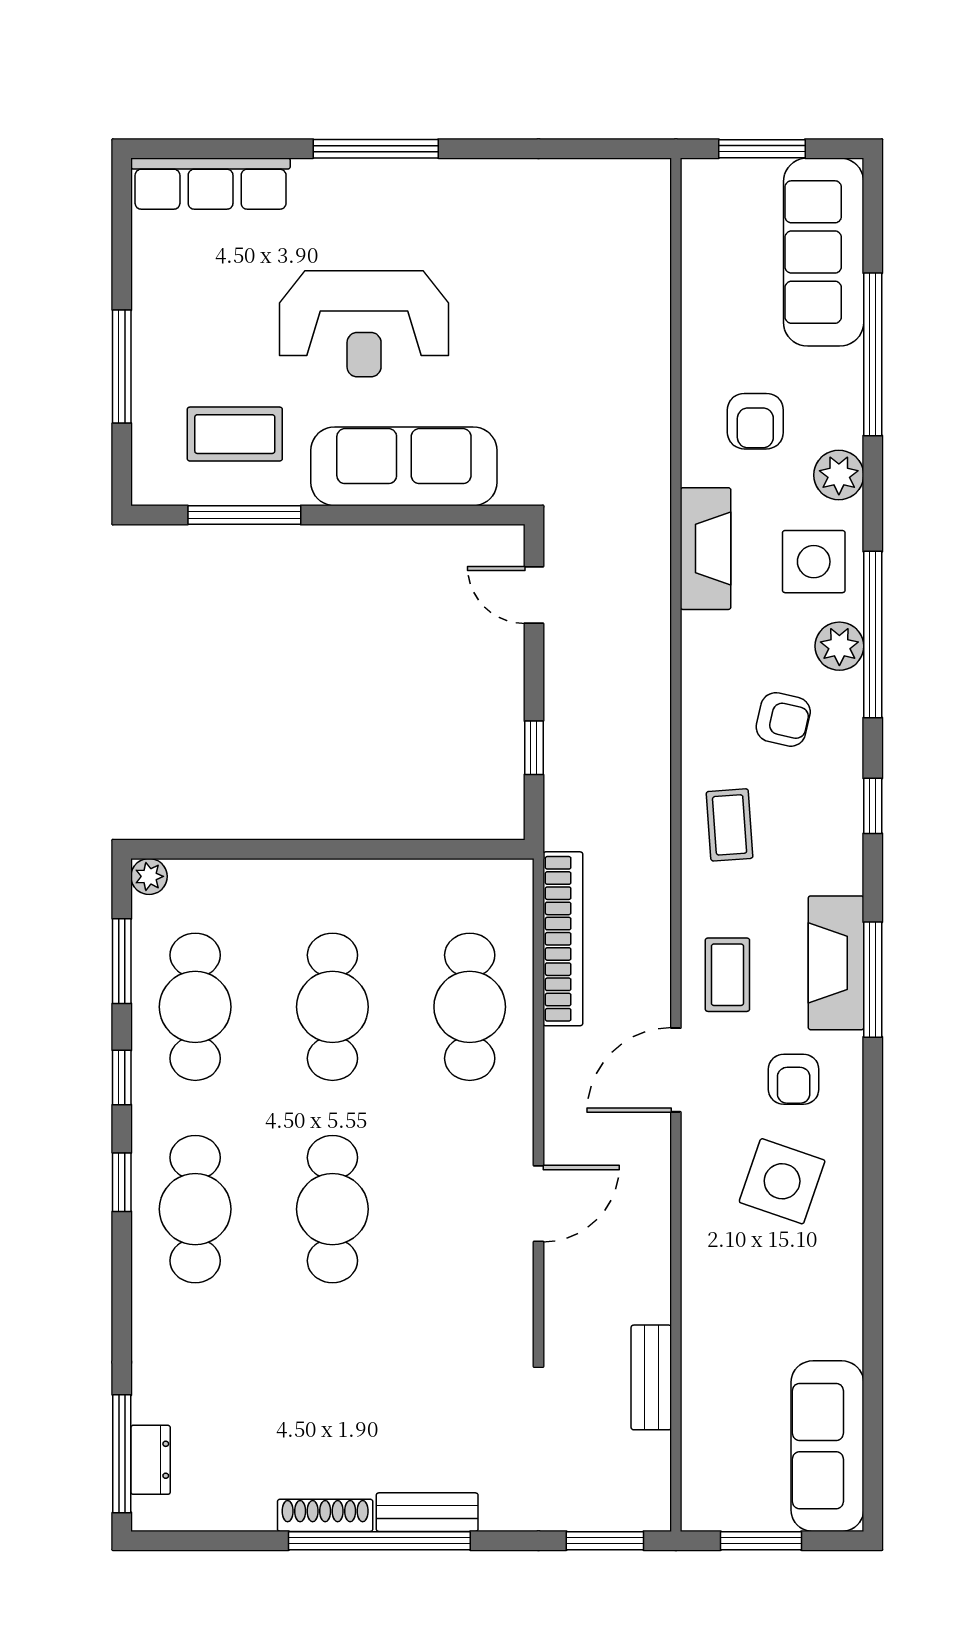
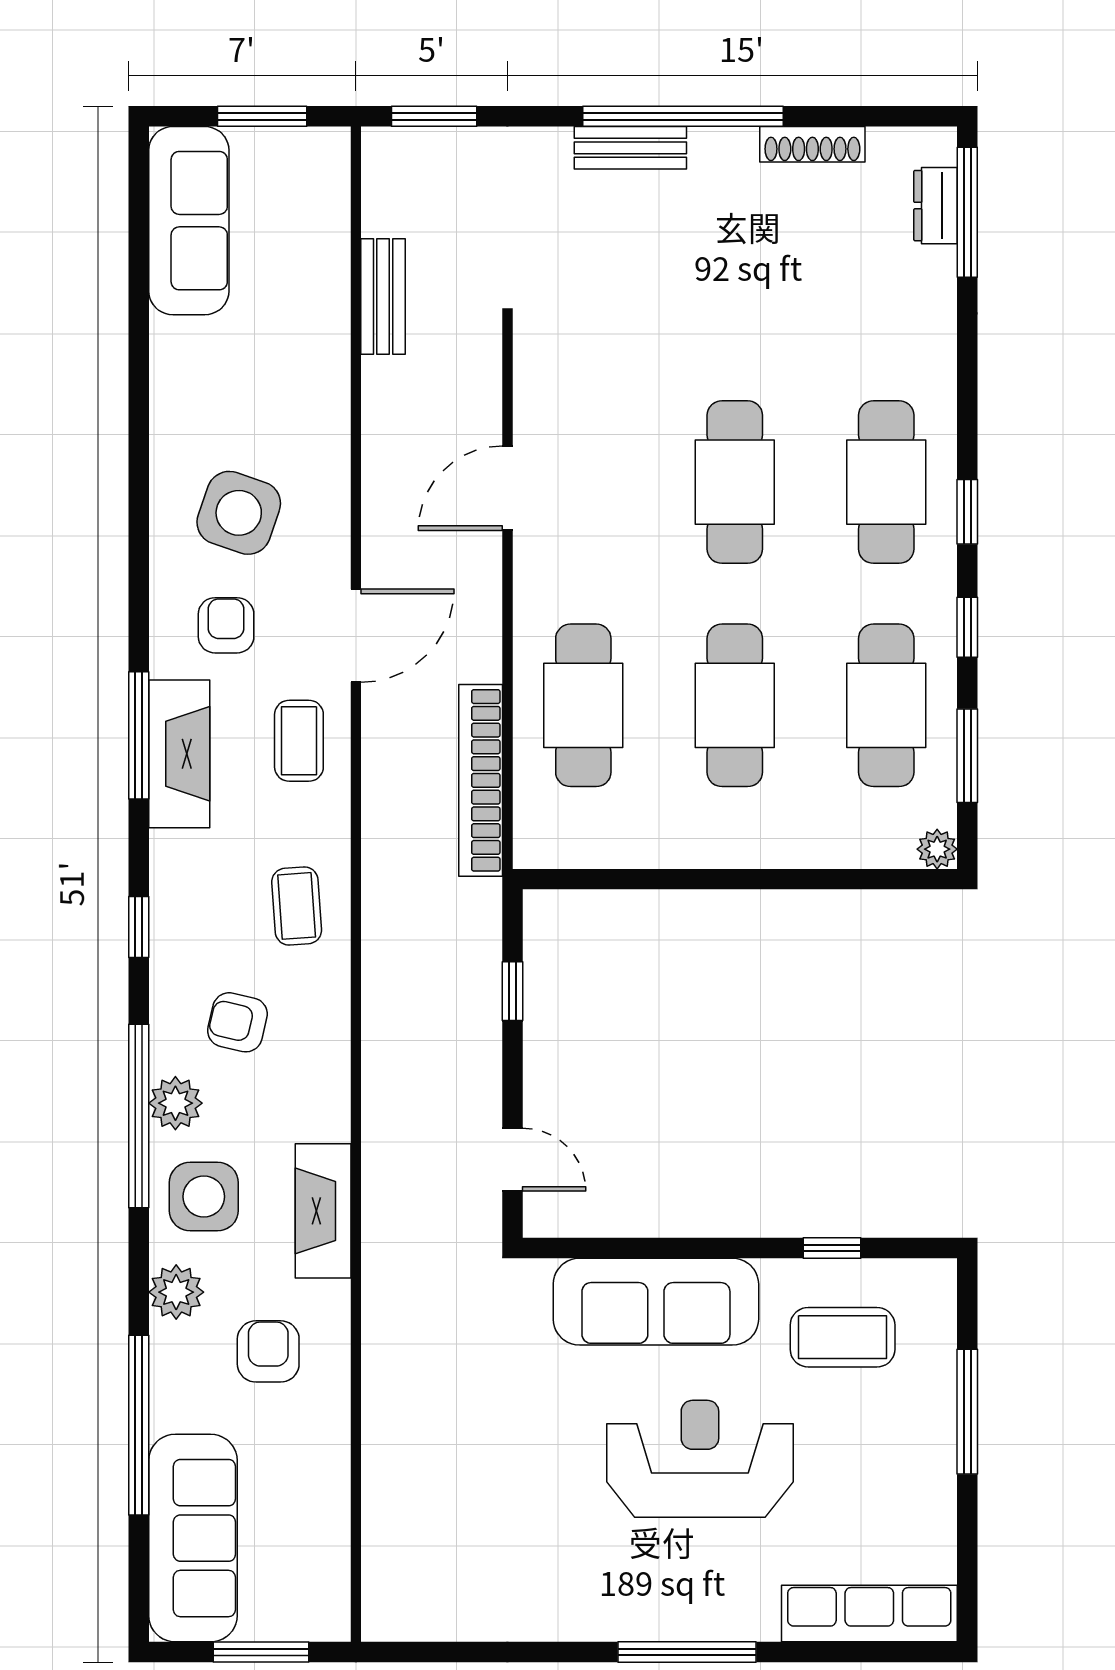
window: (244, 515) -> (832, 1248), width x0.46
shoe rack: (325, 1515) -> (812, 144), moved

